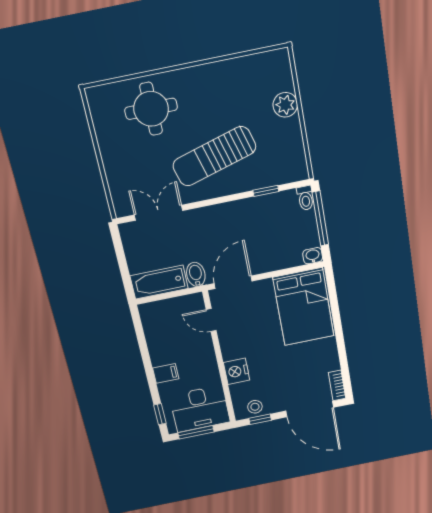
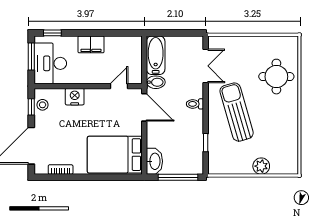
toilet: (305, 198) -> (195, 104), moved
washbasin: (313, 256) -> (154, 161), width x1.91, depth x1.45
filing cabinet: (166, 373) -> (91, 44), width x2.00
bookcase: (337, 385) -> (61, 170), moved

